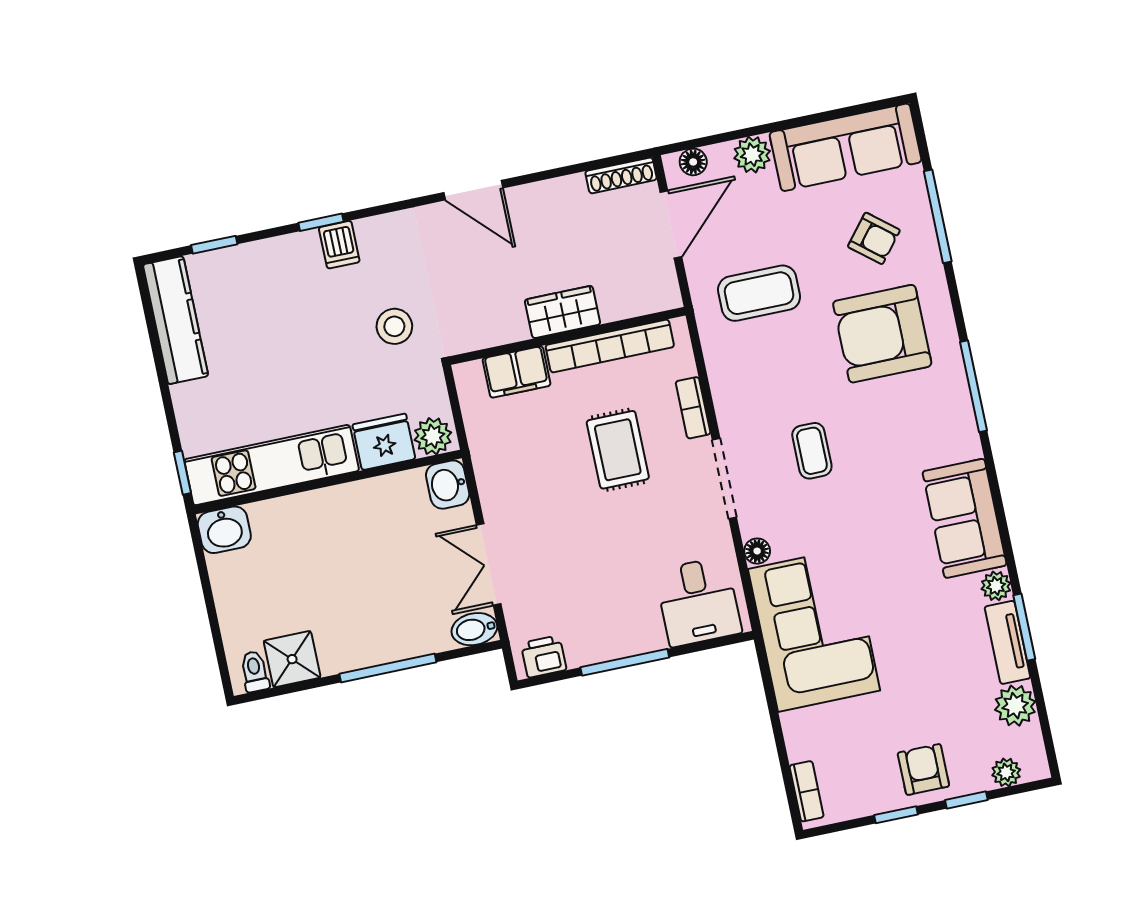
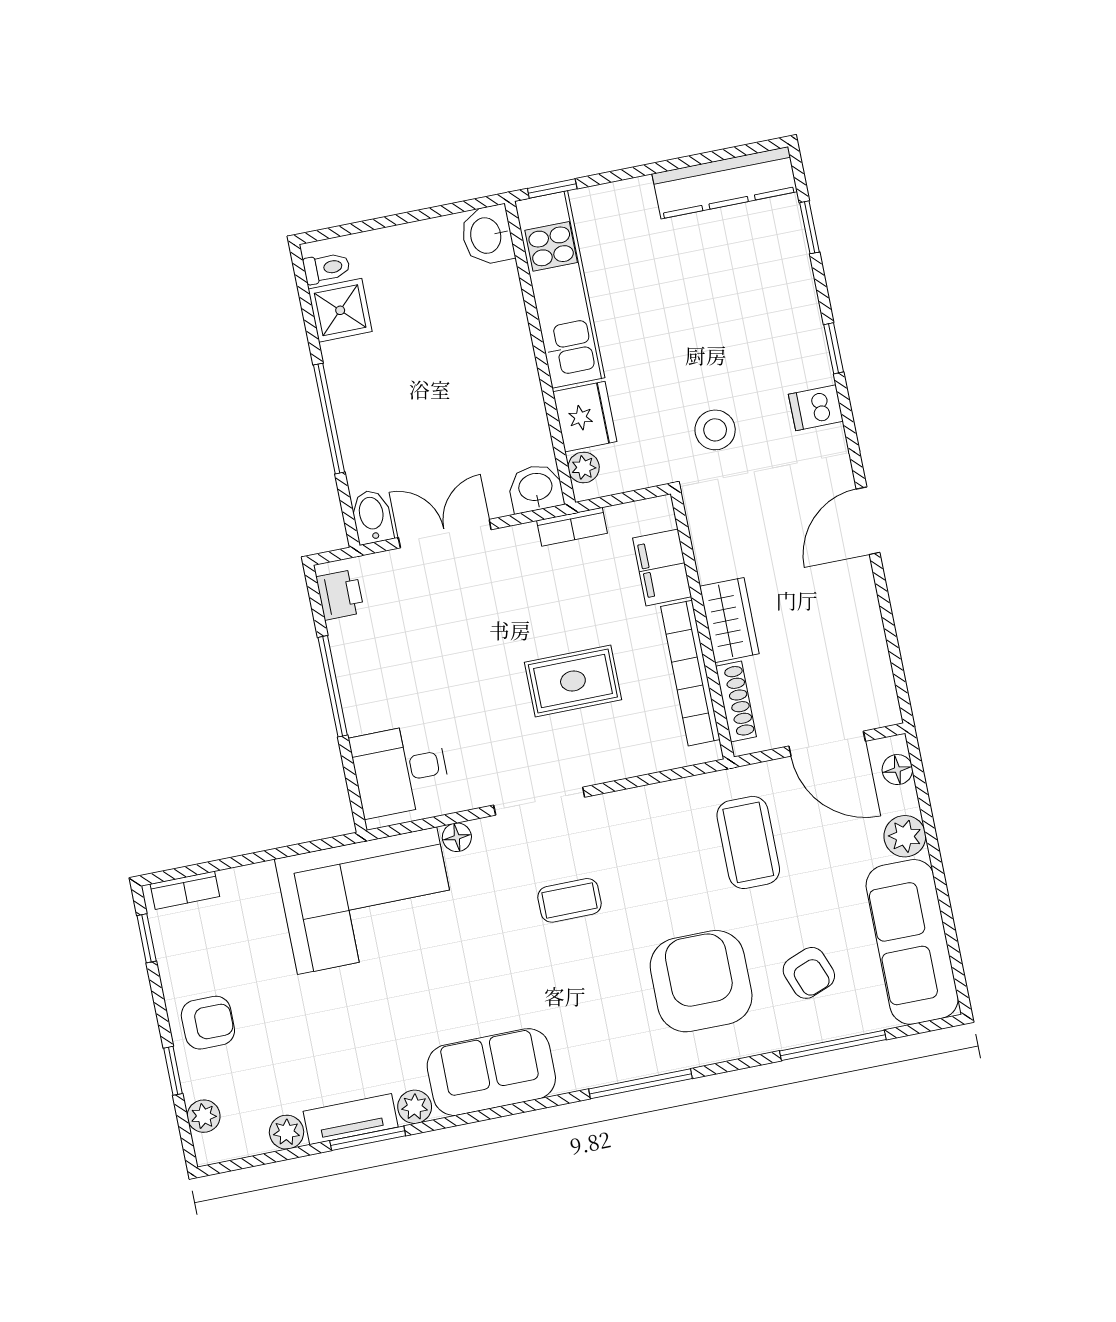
shoe rack: (621, 175) -> (736, 702), moved, turned 180
armchair: (874, 238) -> (809, 973), turned -60
dishwasher: (339, 245) -> (816, 408), moved
bookcase: (693, 408) -> (572, 527), moved, turned 180
plant: (433, 436) -> (584, 467), width x0.73, depth x0.73
plant: (1015, 706) -> (287, 1132), width x0.73, depth x0.73
window: (896, 815) -> (147, 938), moved

